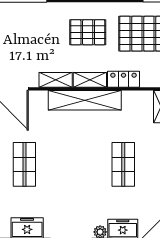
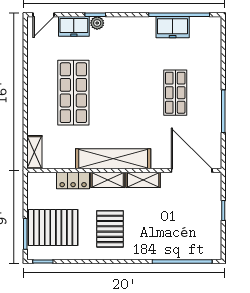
pallet: (88, 32) -> (110, 229), turned 90
shop shelf: (123, 164) -> (73, 93), width x1.43, depth x1.36

